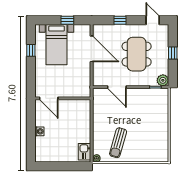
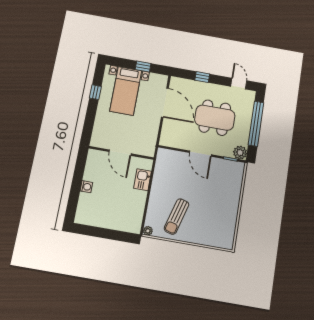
window: (173, 53) -> (256, 124), width x3.17
dining table: (137, 54) -> (215, 118), turned 90
door: (117, 87) -> (200, 154), moved
door: (49, 98) -> (120, 153), moved
kitchen sink: (85, 152) -> (142, 180), moved

